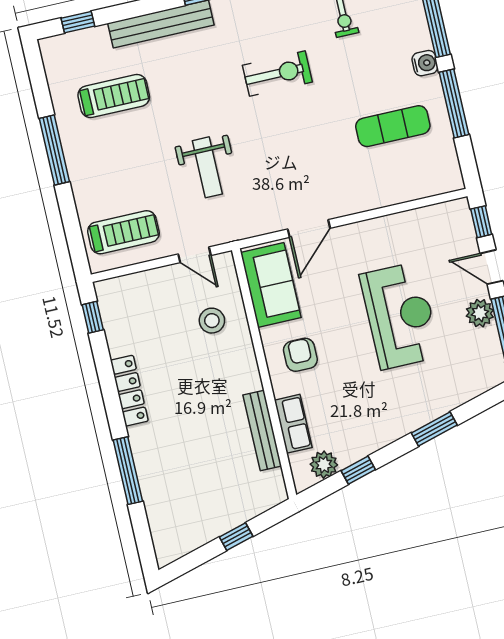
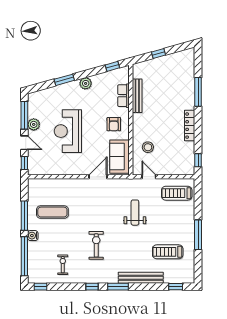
exercise bike: (277, 74) -> (96, 245), turned 90
plant: (324, 465) -> (86, 83), moved
window: (358, 470) -> (112, 66), moved

